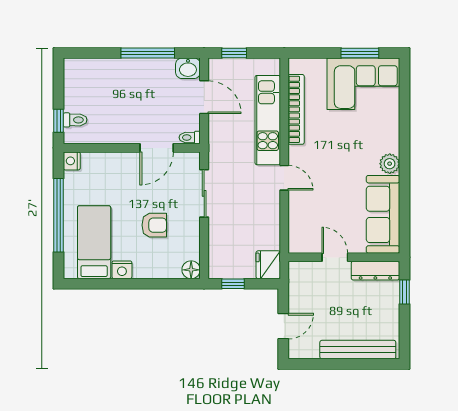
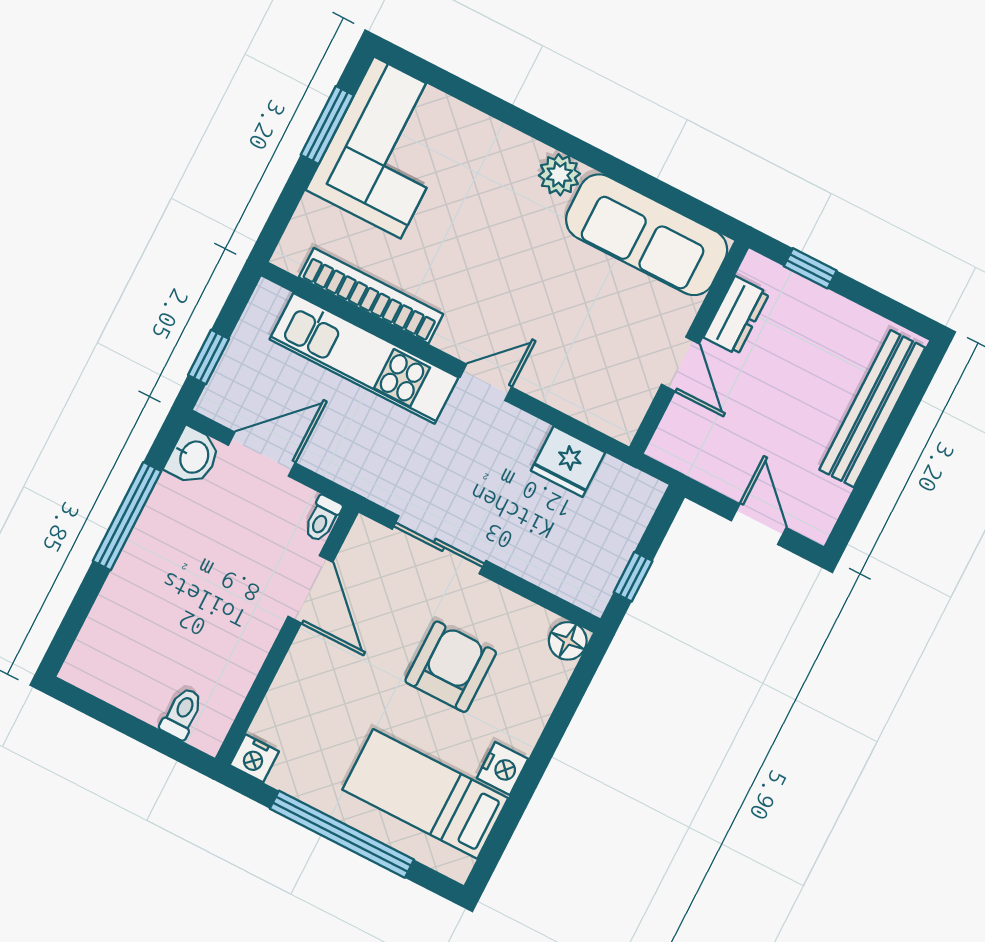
window: (58, 121) -> (168, 745), removed
armchair: (154, 225) -> (451, 667), width x1.38, depth x1.38
door: (335, 257) -> (680, 364), swing flipped
fridge: (268, 265) -> (568, 462), moved
dresser: (375, 271) -> (736, 315), width x0.70

